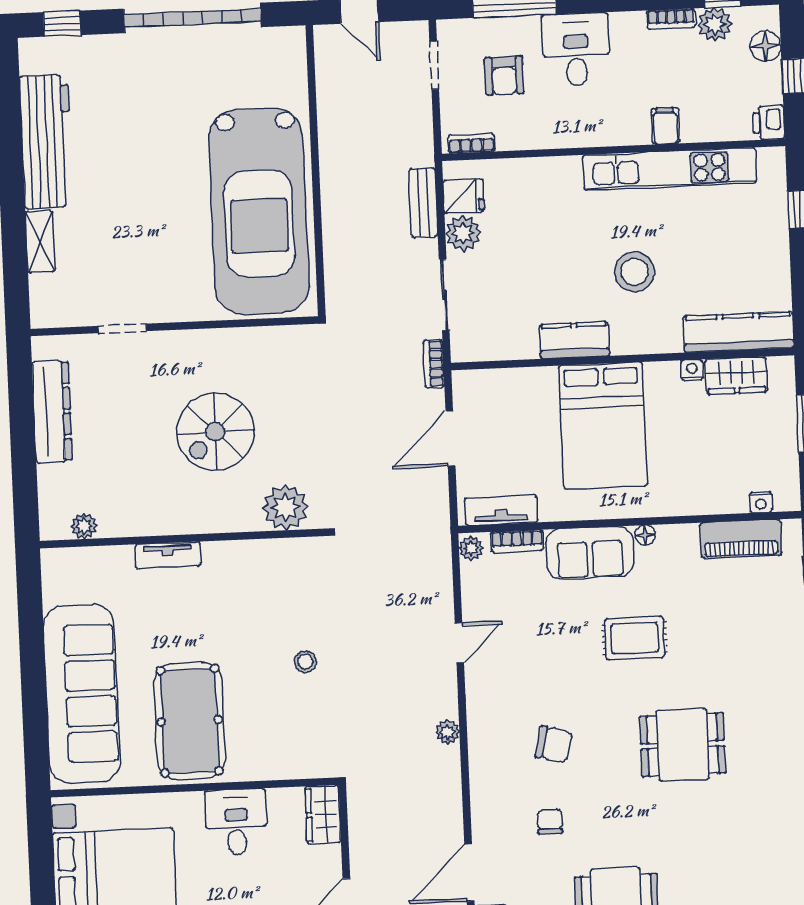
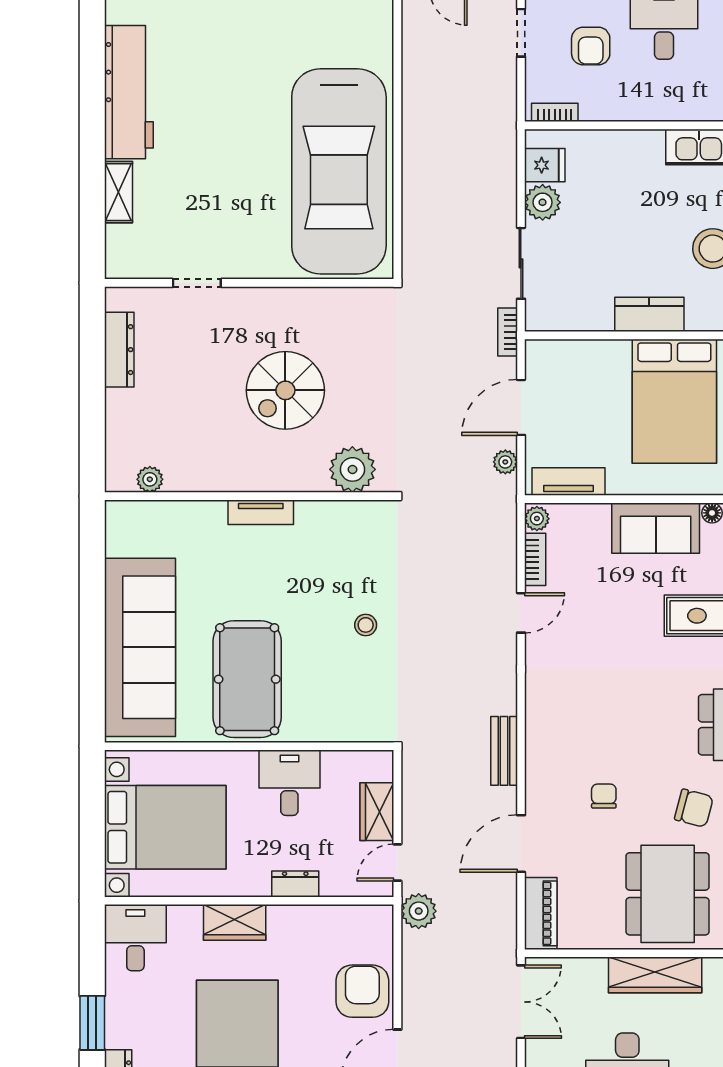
bench: (423, 203) -> (504, 751), moved
dresser: (52, 412) -> (119, 350), width x0.73, depth x0.80
bookcase: (517, 541) -> (535, 559), moved, turned -90
tv unit: (168, 555) -> (261, 512), moved
plant: (448, 732) -> (505, 462), moved
chair: (554, 744) -> (694, 808), moved
wardrobe: (323, 815) -> (377, 812), moved

